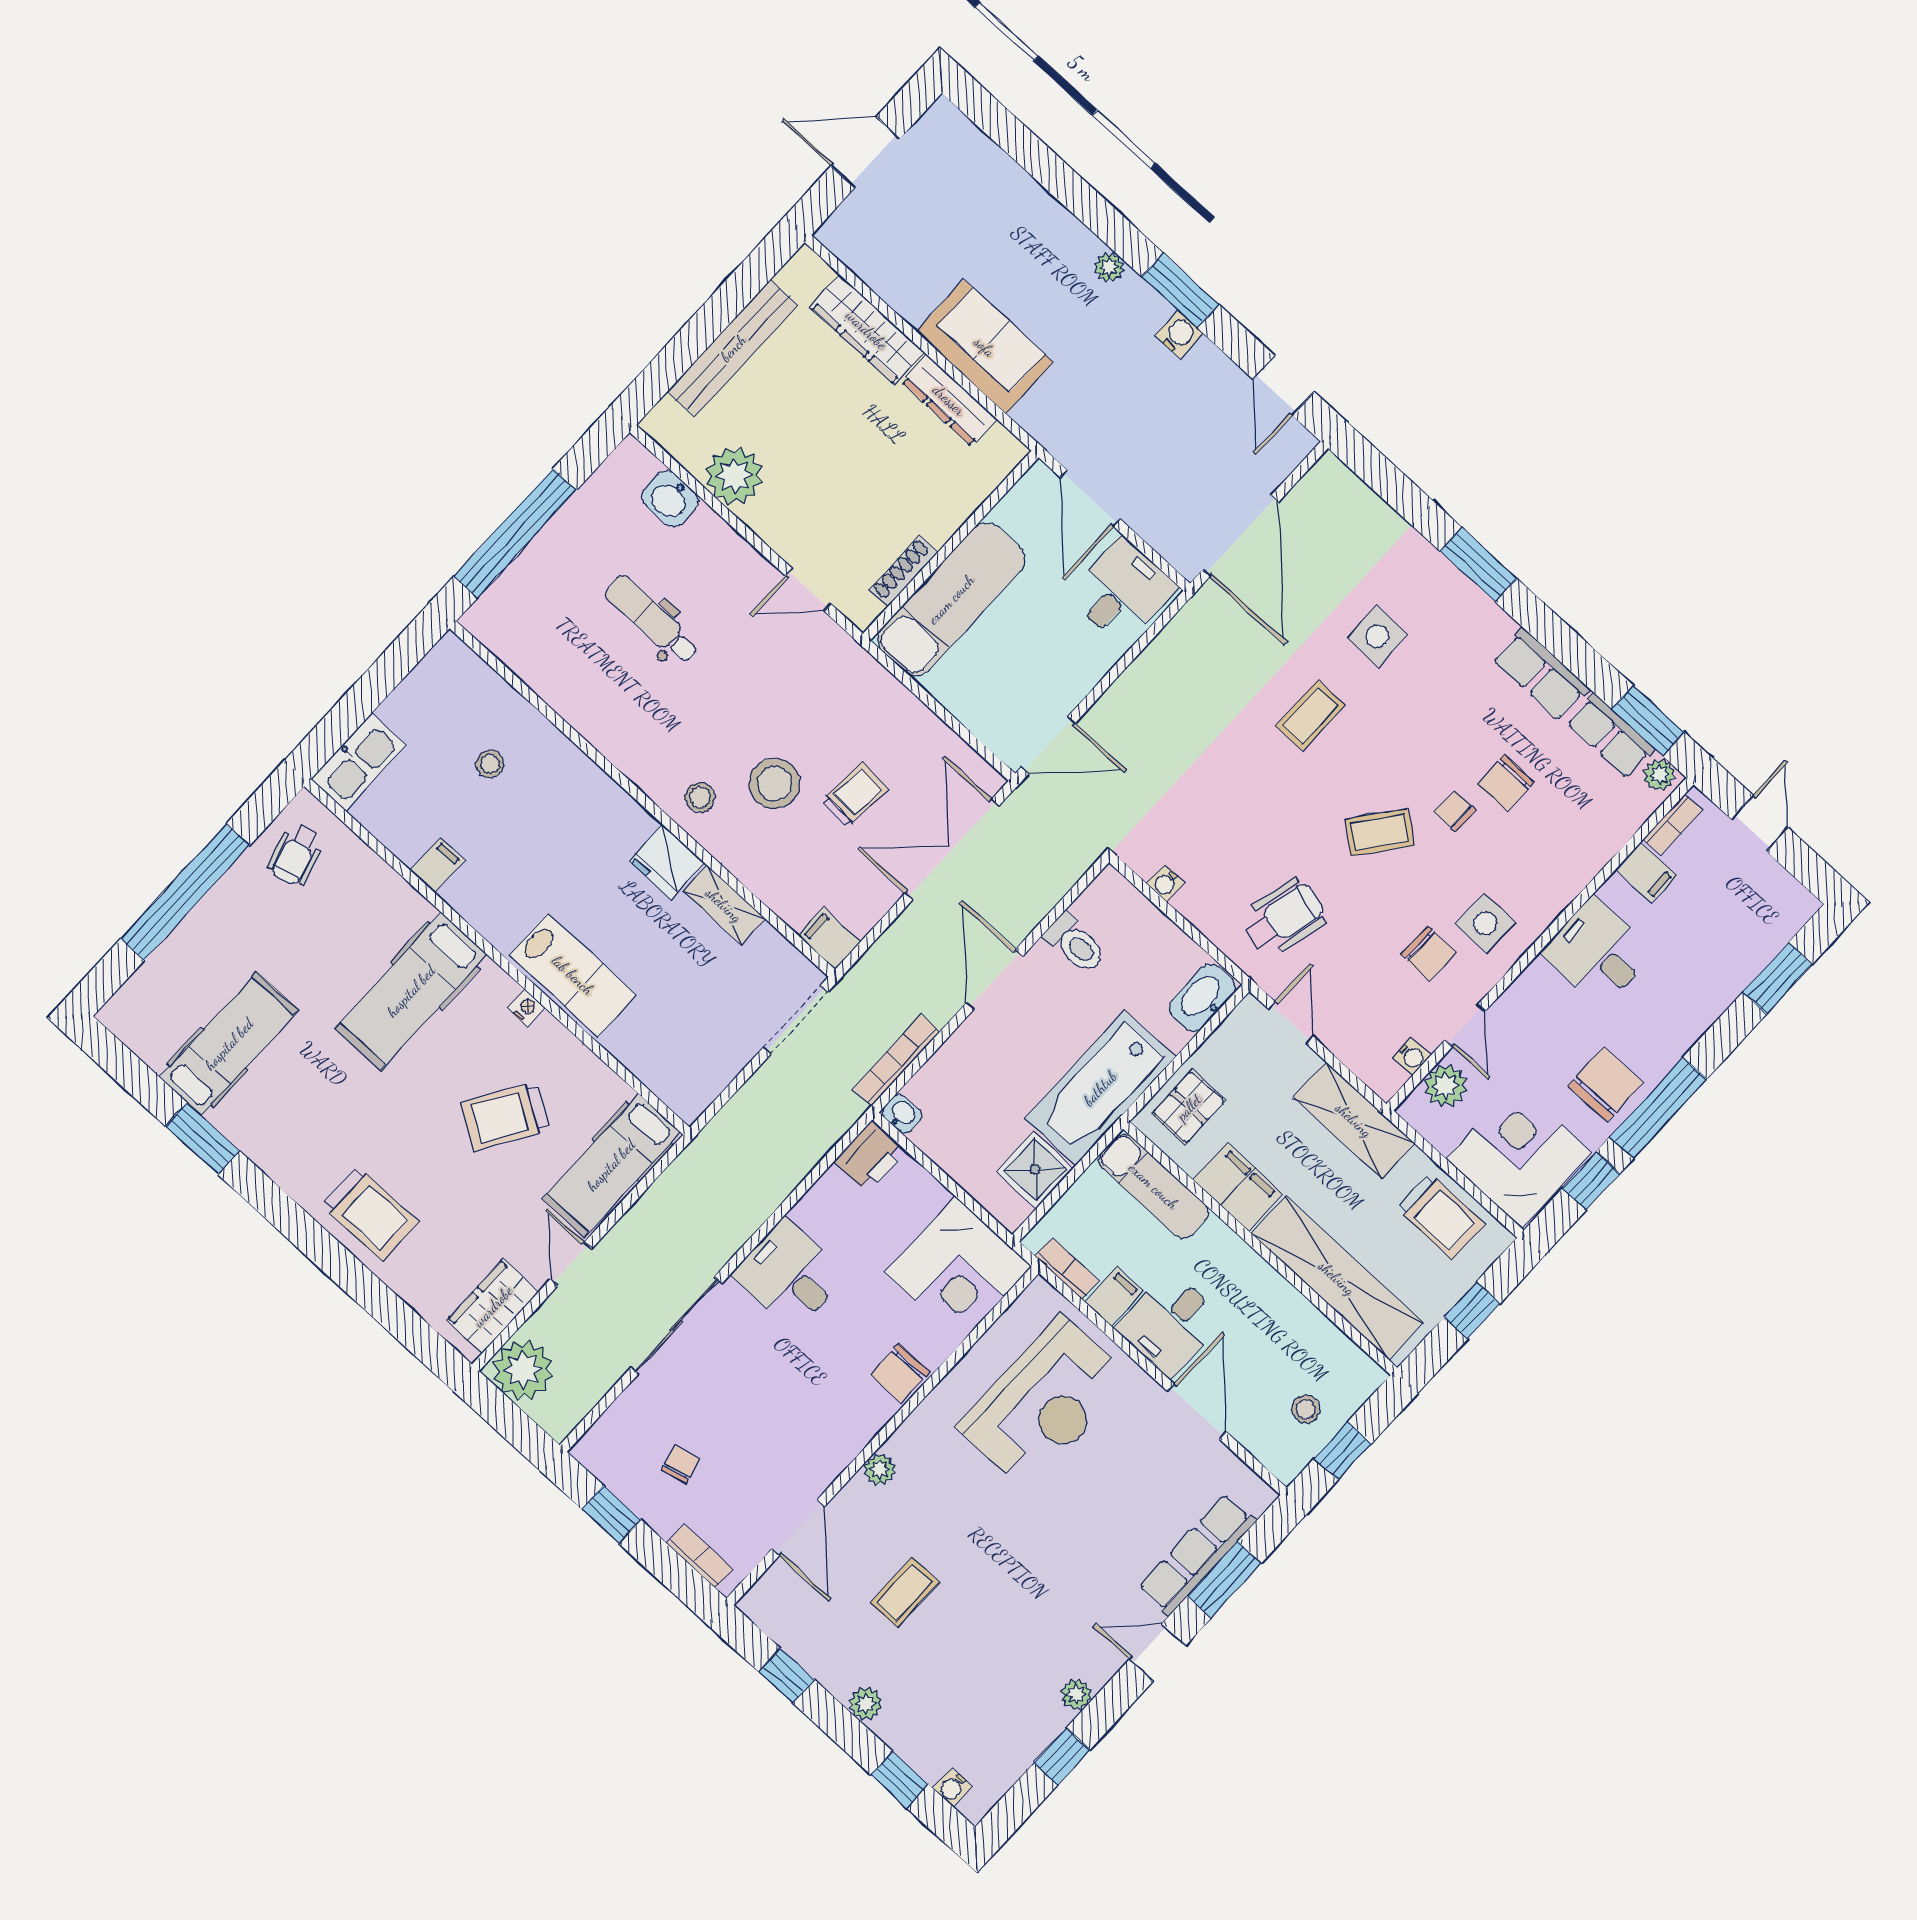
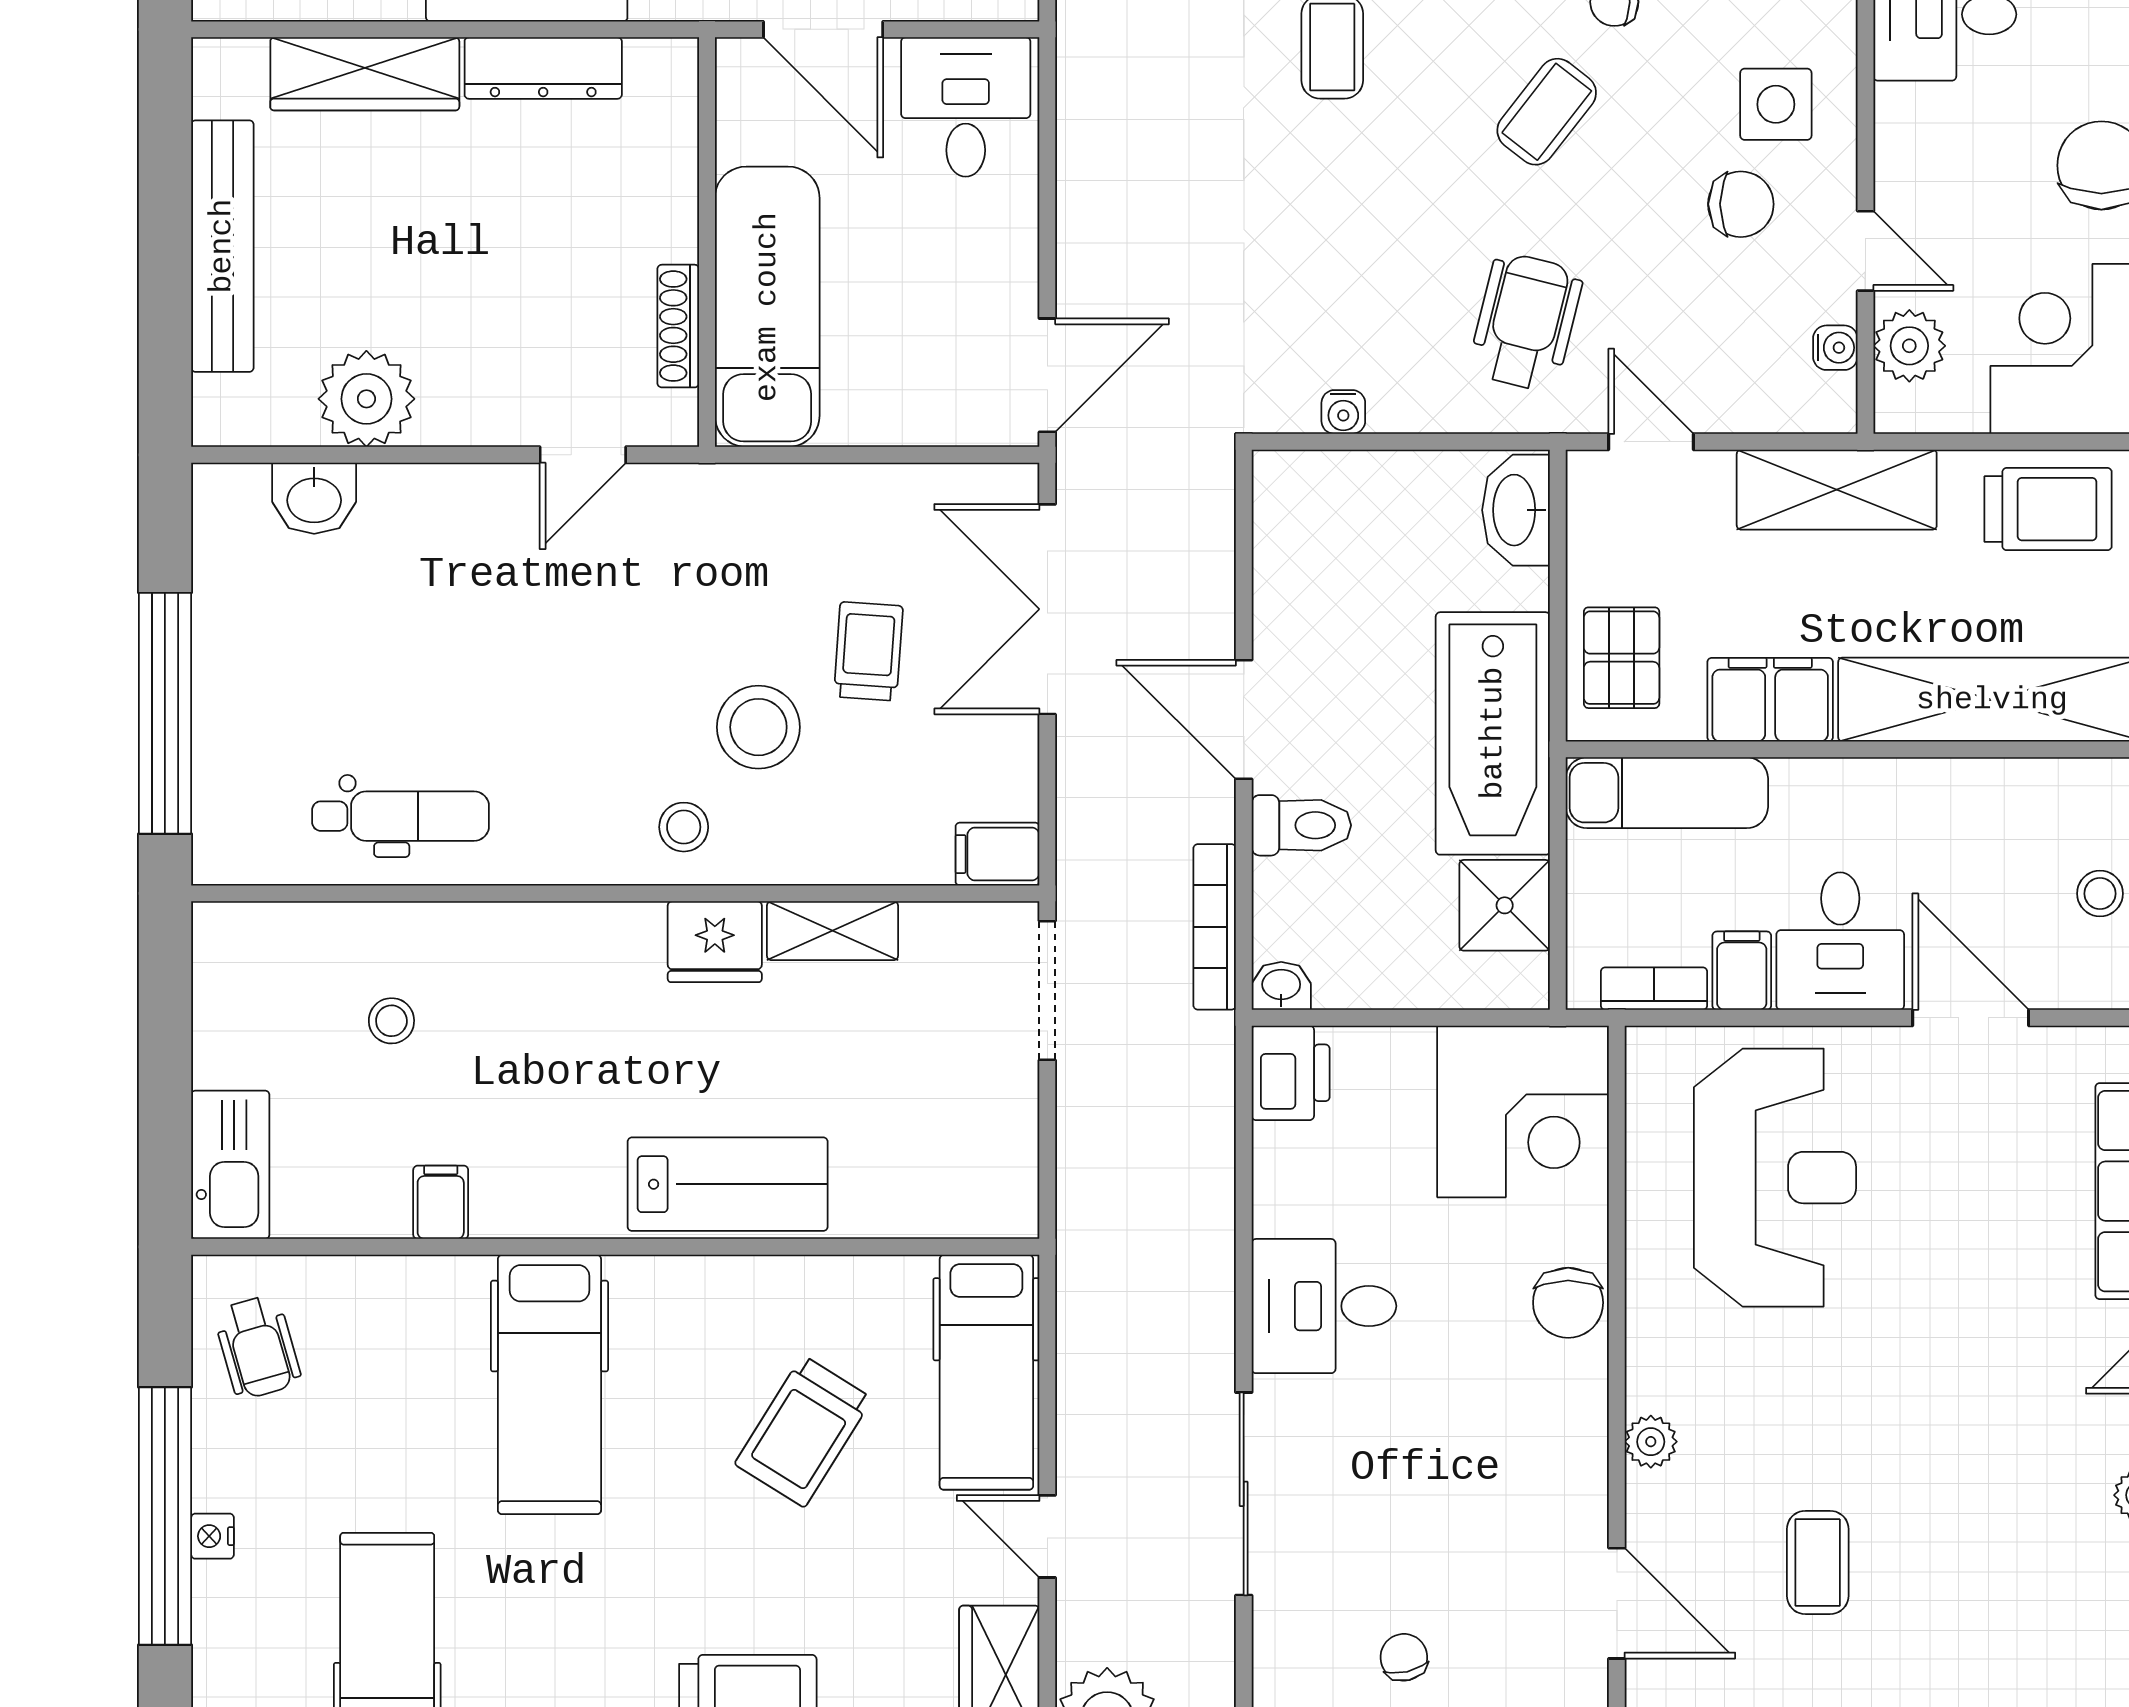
dental chair: (652, 619) -> (401, 816), moved, turned 180
toilet: (1075, 944) -> (1301, 825), moved
nightstand: (526, 1008) -> (212, 1536), moved, turned -90

